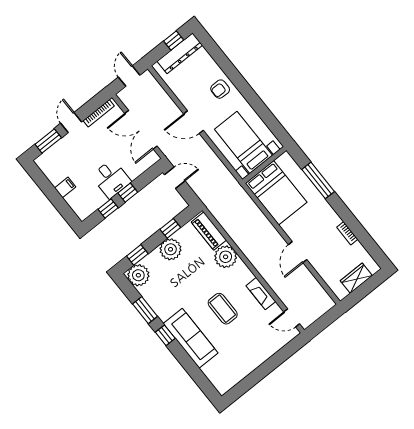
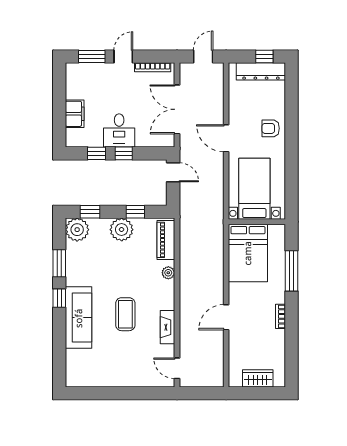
filing cabinet: (65, 187) -> (75, 114), width x2.00
bookcase: (347, 233) -> (280, 316), moved
plant: (226, 257) -> (168, 273), width x0.53, depth x0.53

